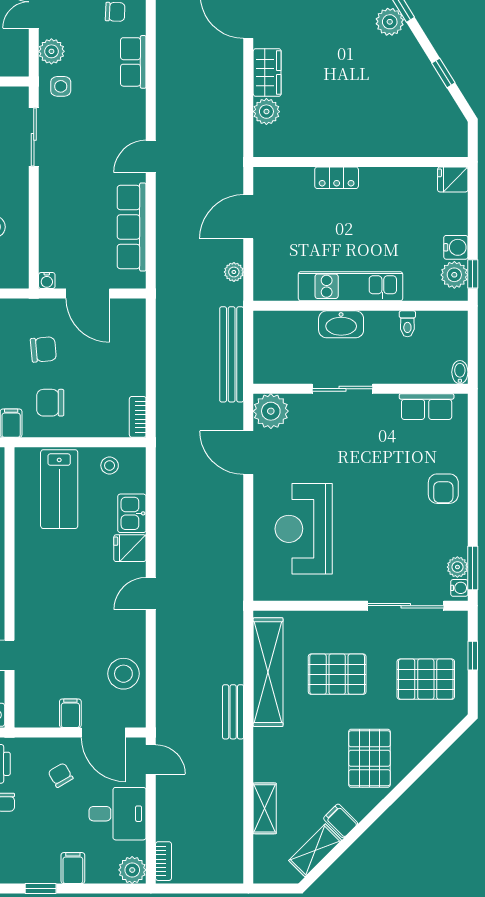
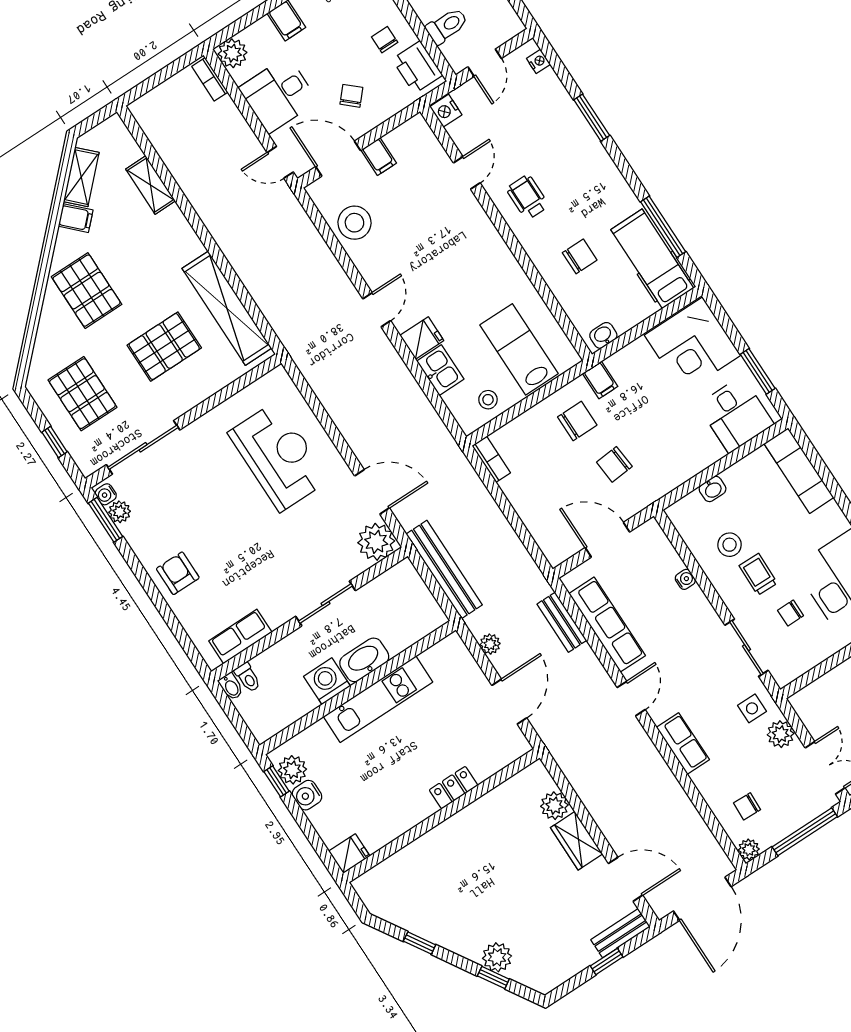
row of seats: (133, 62) -> (683, 744), moved
water cooler: (47, 281) -> (685, 579), moved, turned 90
toilet: (407, 324) -> (248, 677), moved, turned 180
washing machine: (381, 327) -> (327, 681), added
pallet: (426, 679) -> (82, 394), turned 90
bench: (233, 712) -> (562, 622), moved
chair: (61, 775) -> (351, 96), turned -108

